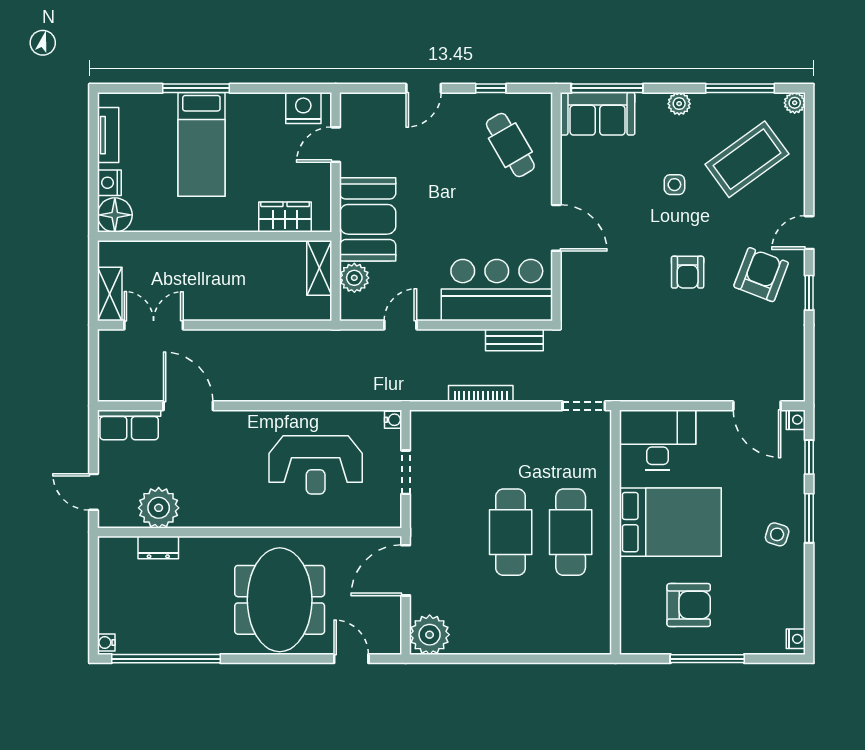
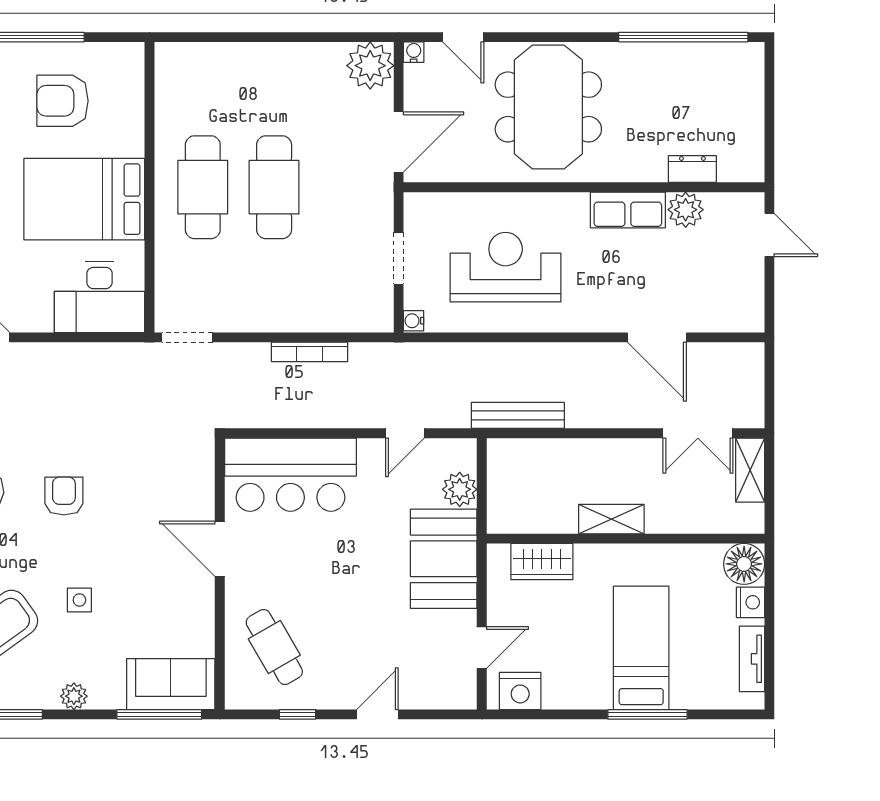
shelving: (319, 268) -> (611, 519), moved, turned 90
bench: (514, 340) -> (518, 415), moved, width x1.36
row of seats: (129, 425) -> (628, 210), moved, turned 180
plant: (159, 508) -> (686, 210), width x0.73, depth x0.73
water cooler: (106, 643) -> (414, 52), moved, turned -90

